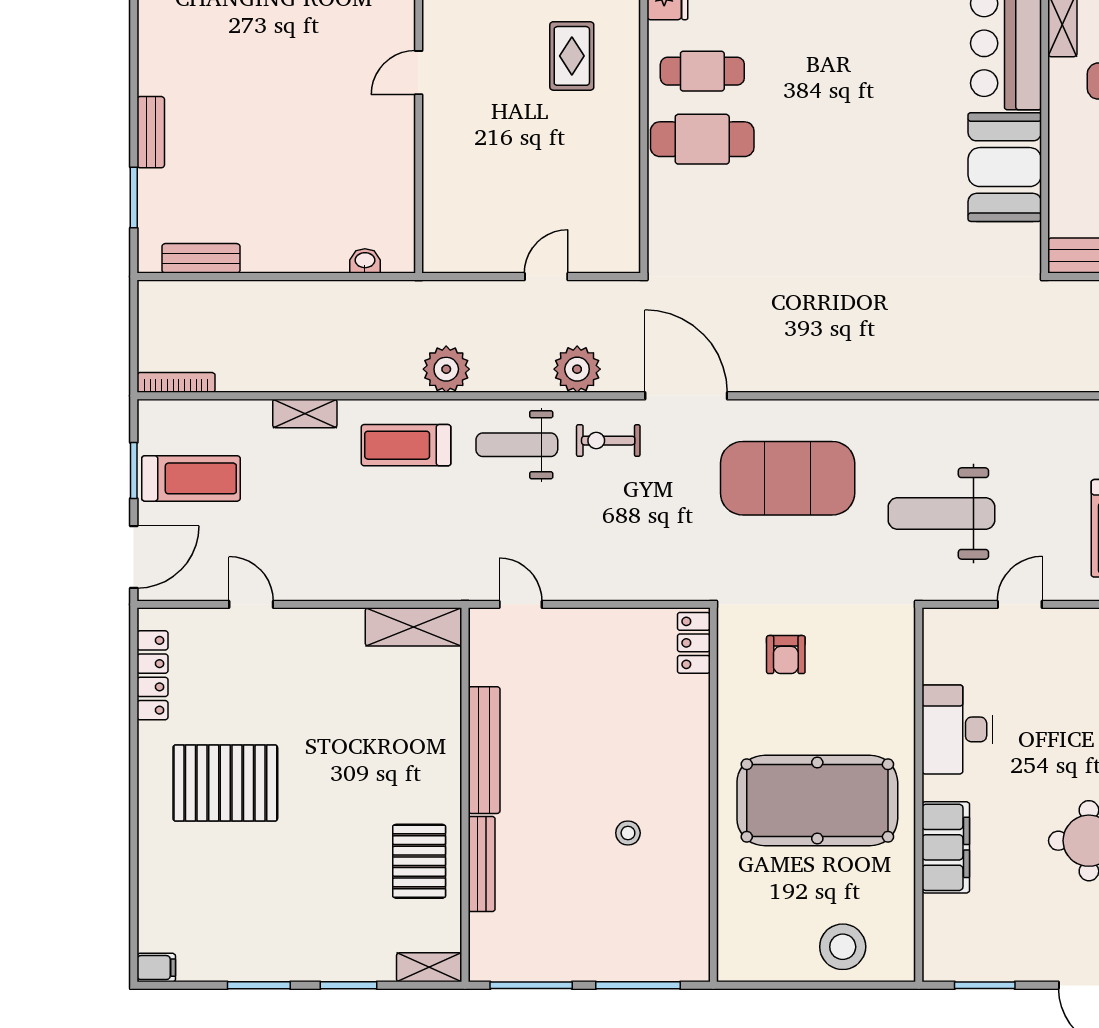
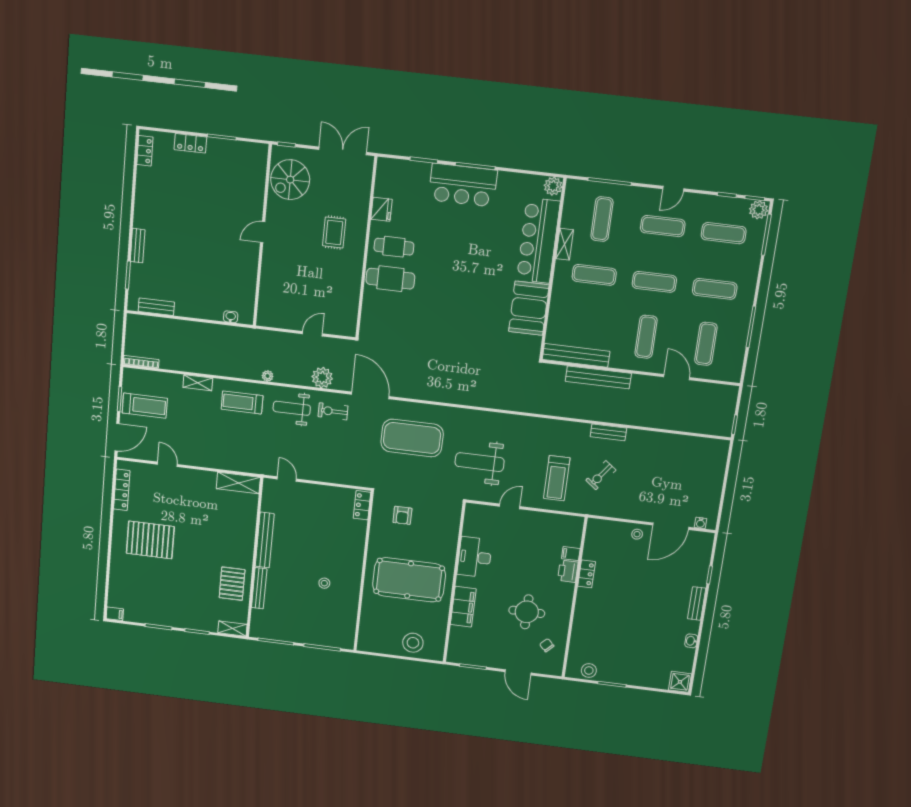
plant: (446, 369) -> (268, 376), width x0.53, depth x0.53

